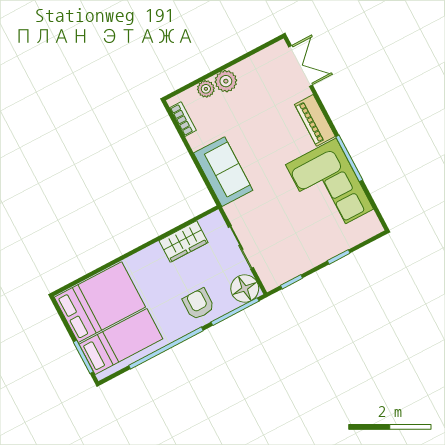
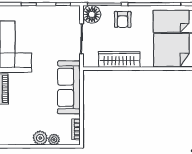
sofa: (223, 172) -> (69, 87), width x1.36
wardrobe: (184, 242) -> (119, 59), width x1.50

